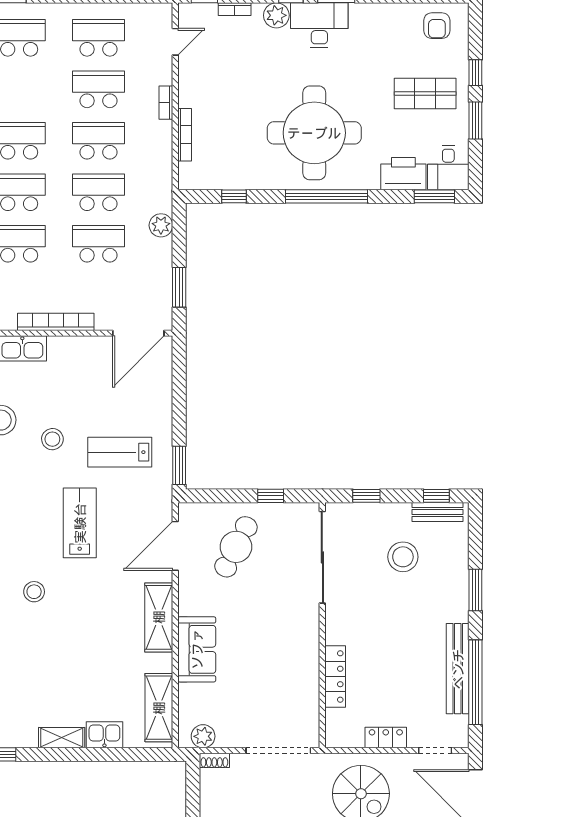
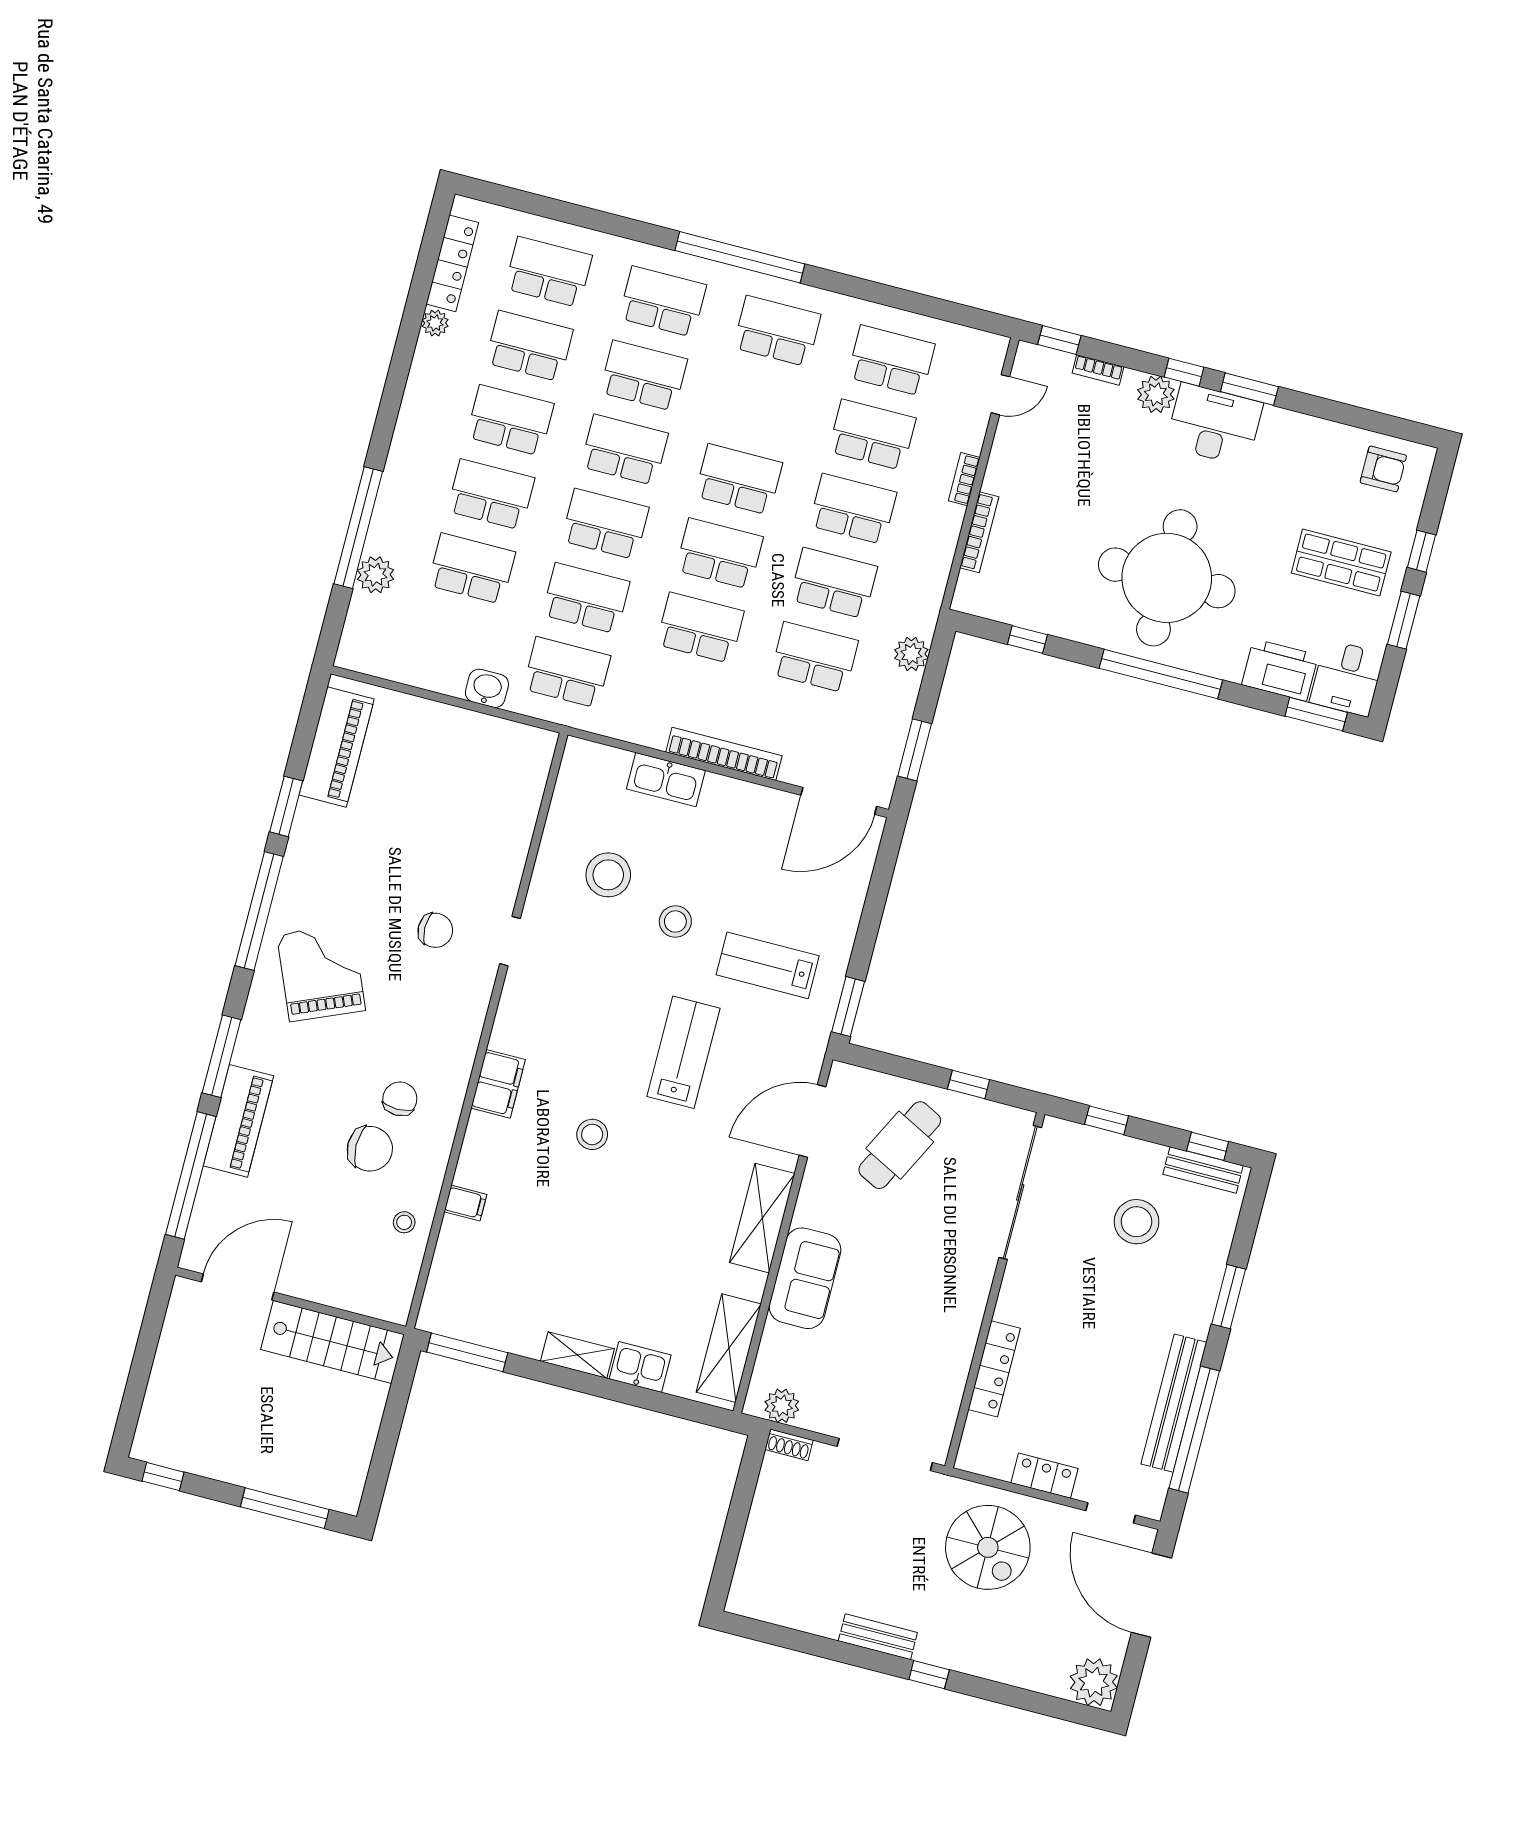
armchair: (437, 26) -> (1383, 469), turned -90

